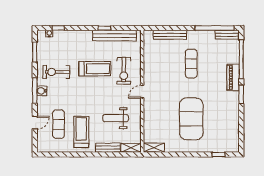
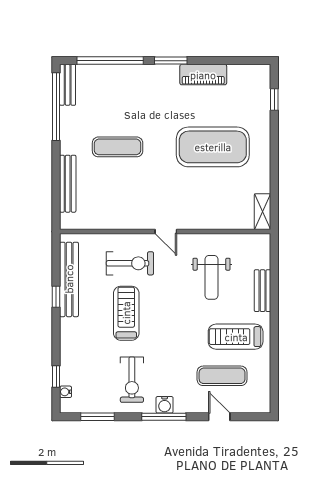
piano: (233, 77) -> (203, 75), moved
shelving: (131, 148) -> (263, 251), removed

